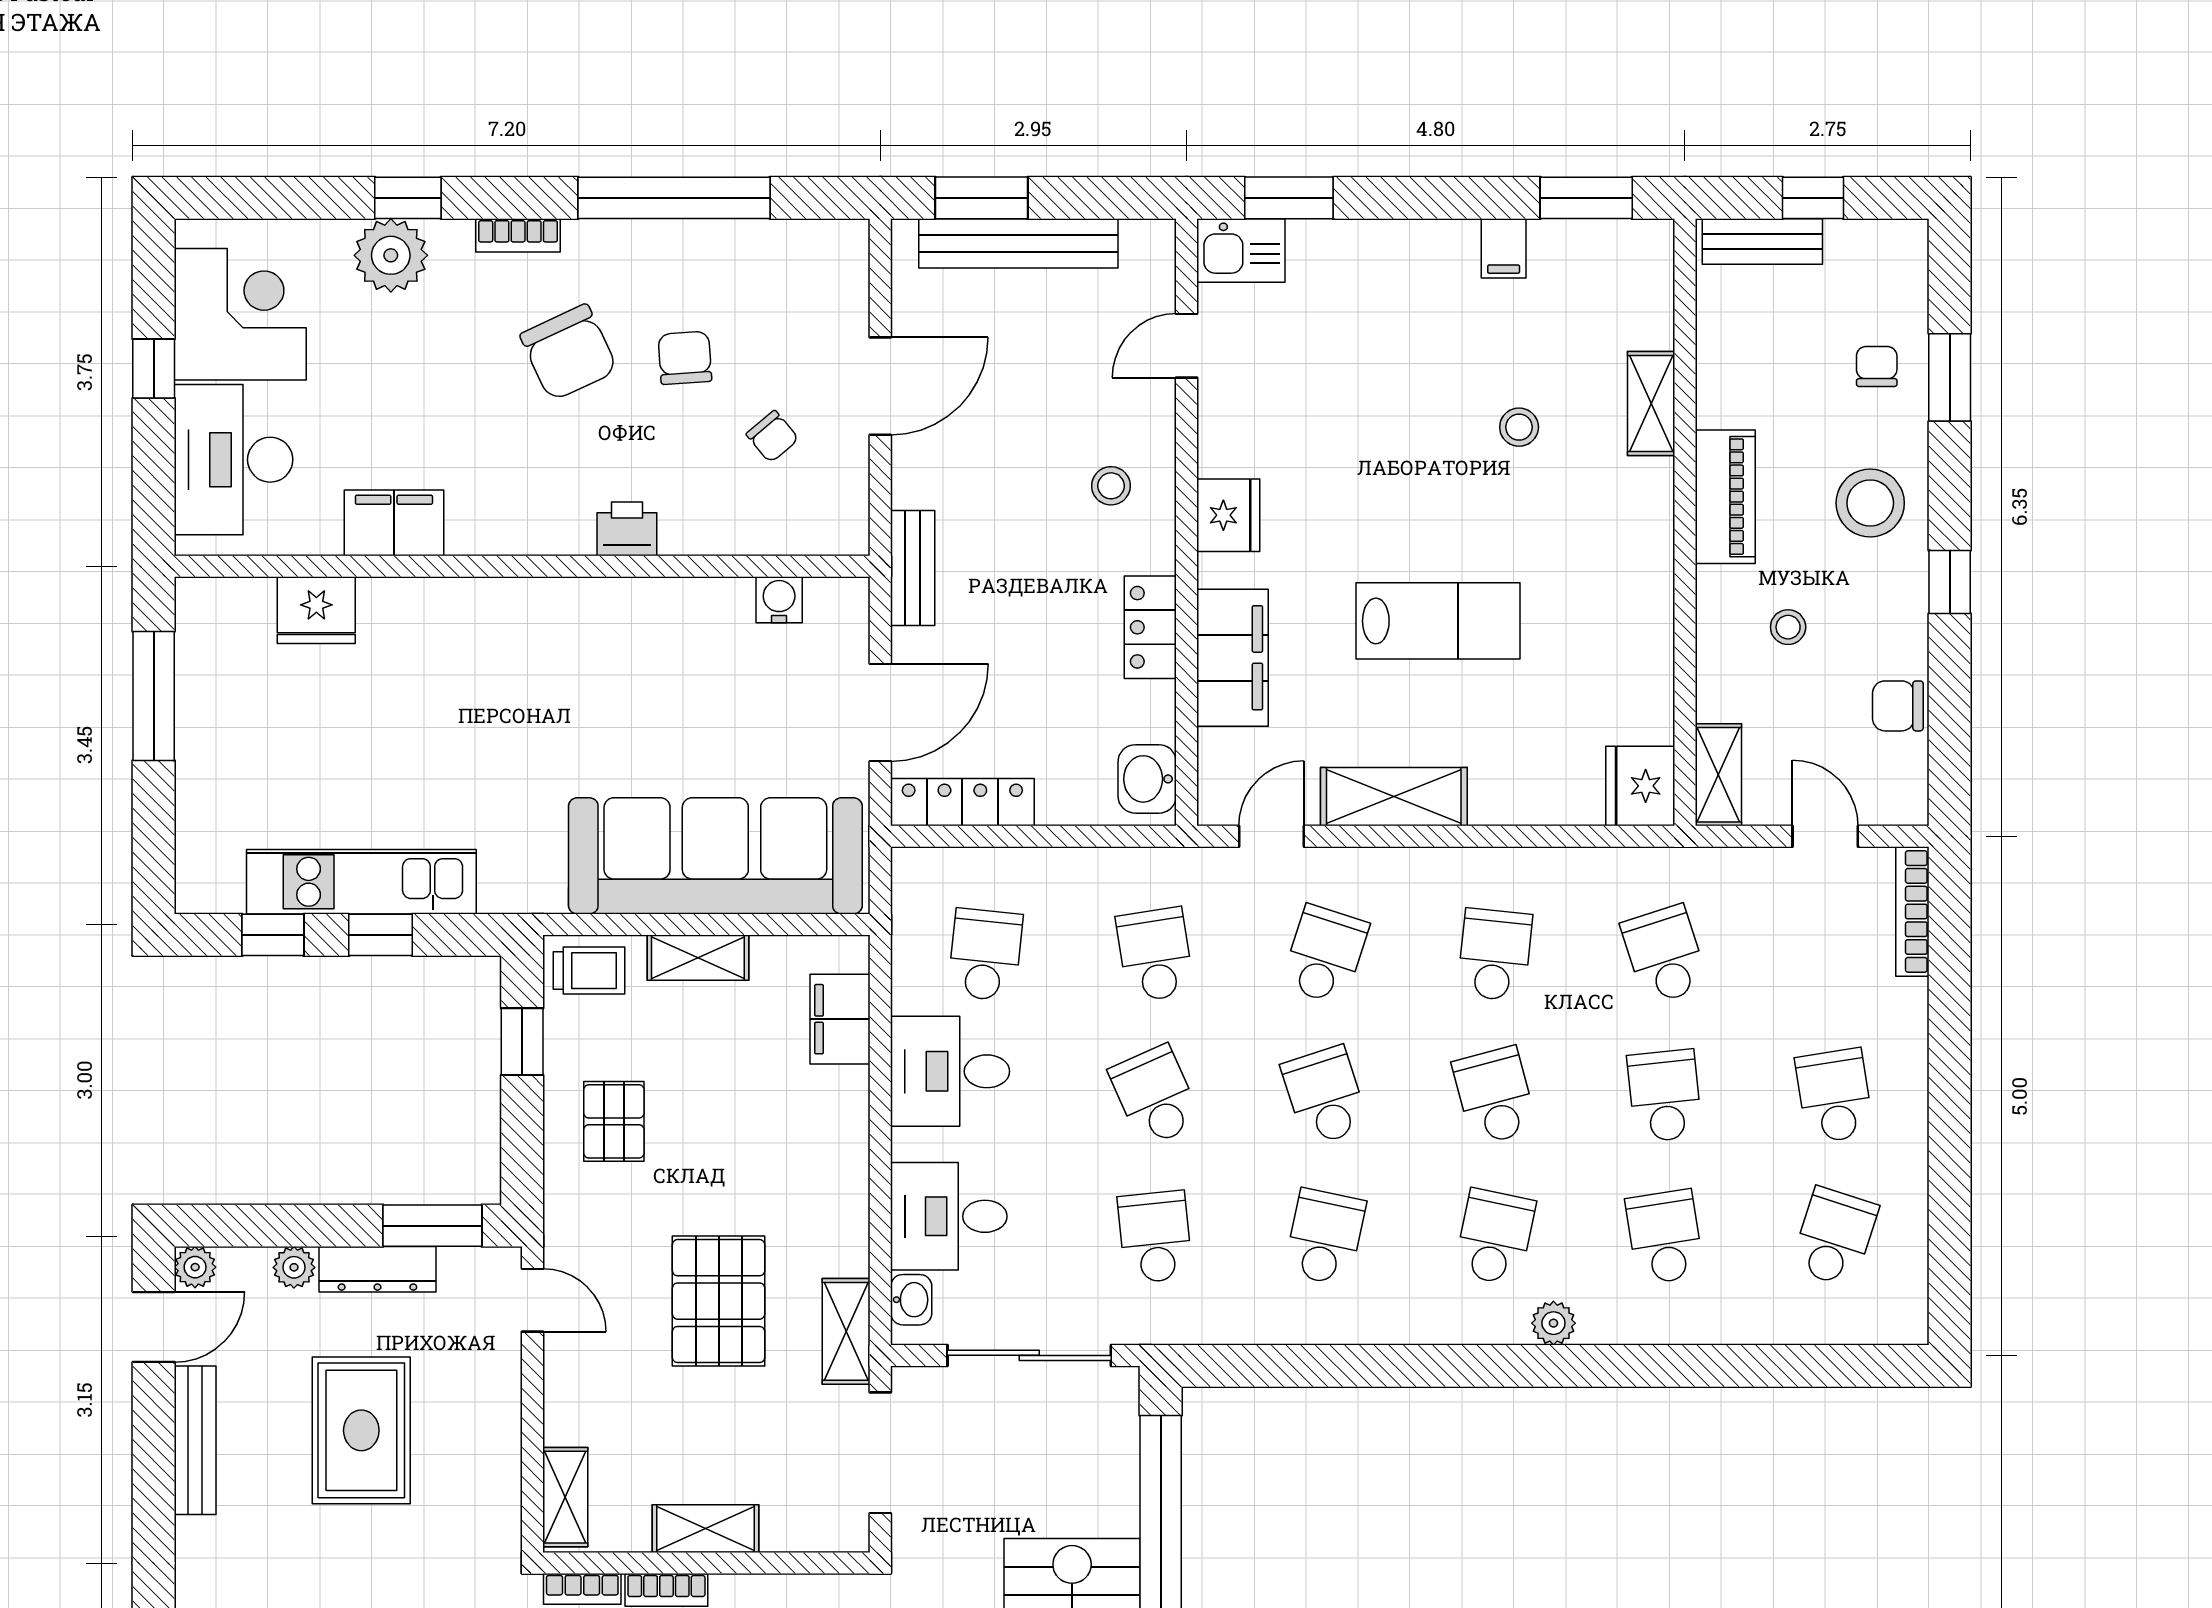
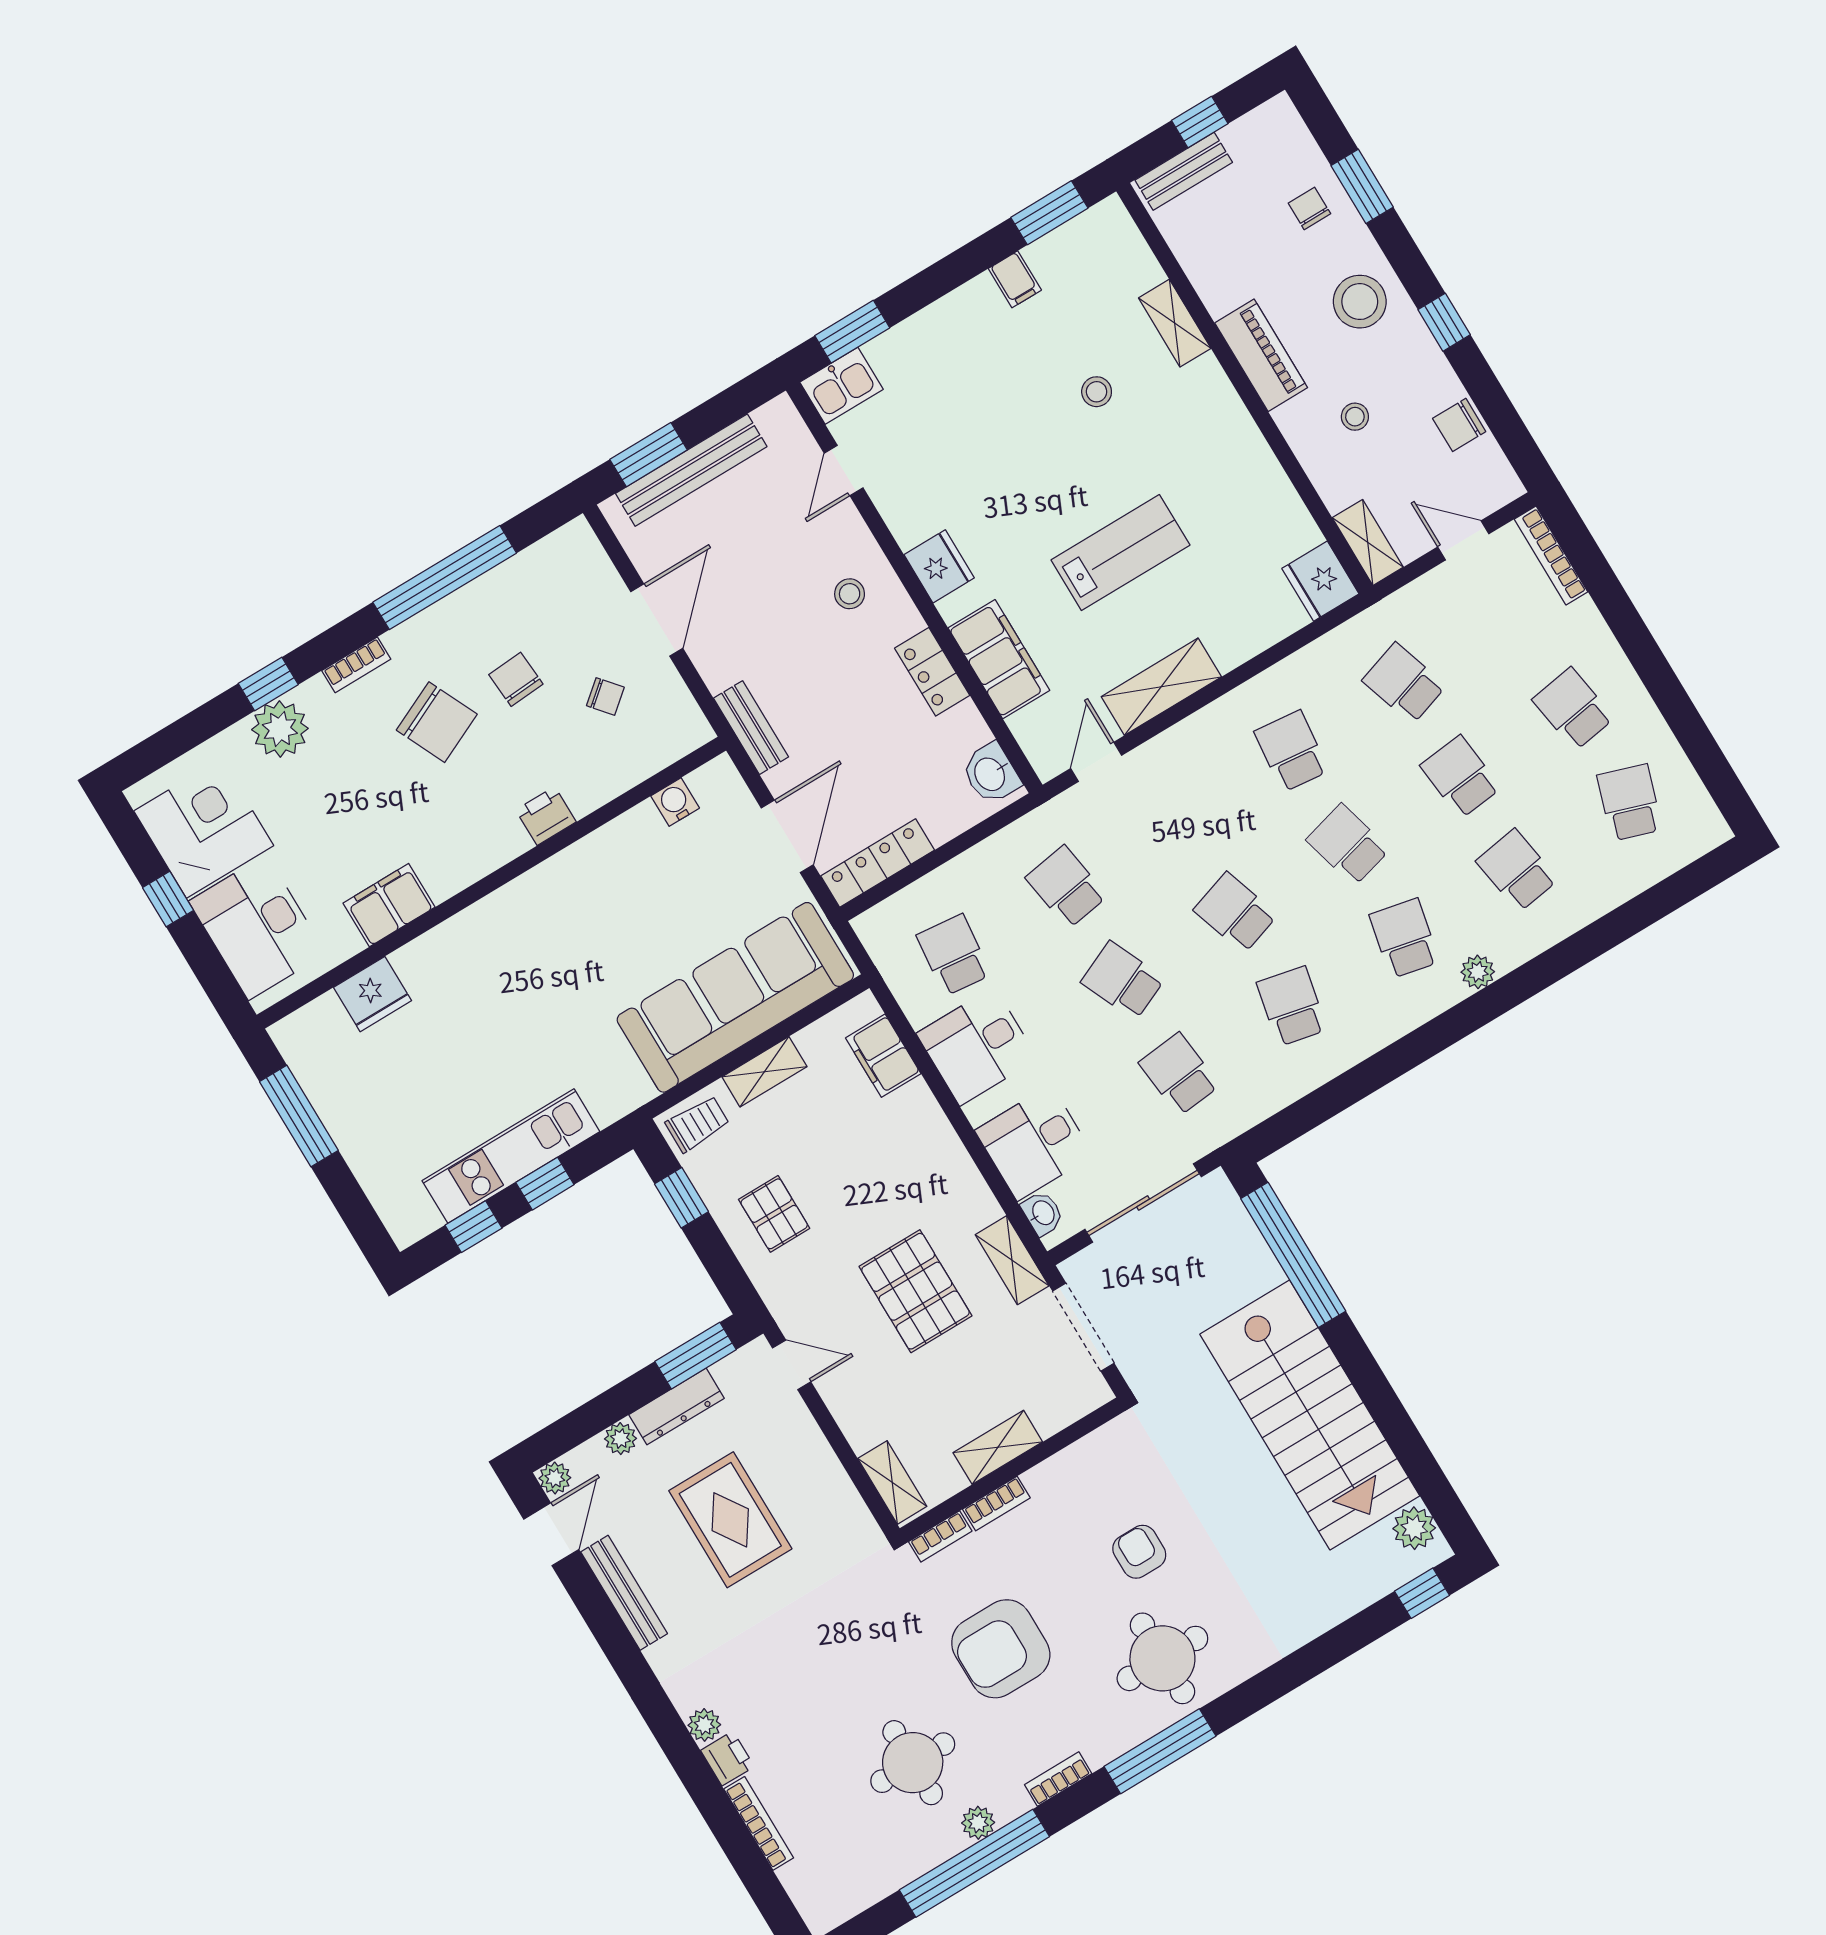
school desk: (1325, 955) -> (1179, 819), removed

